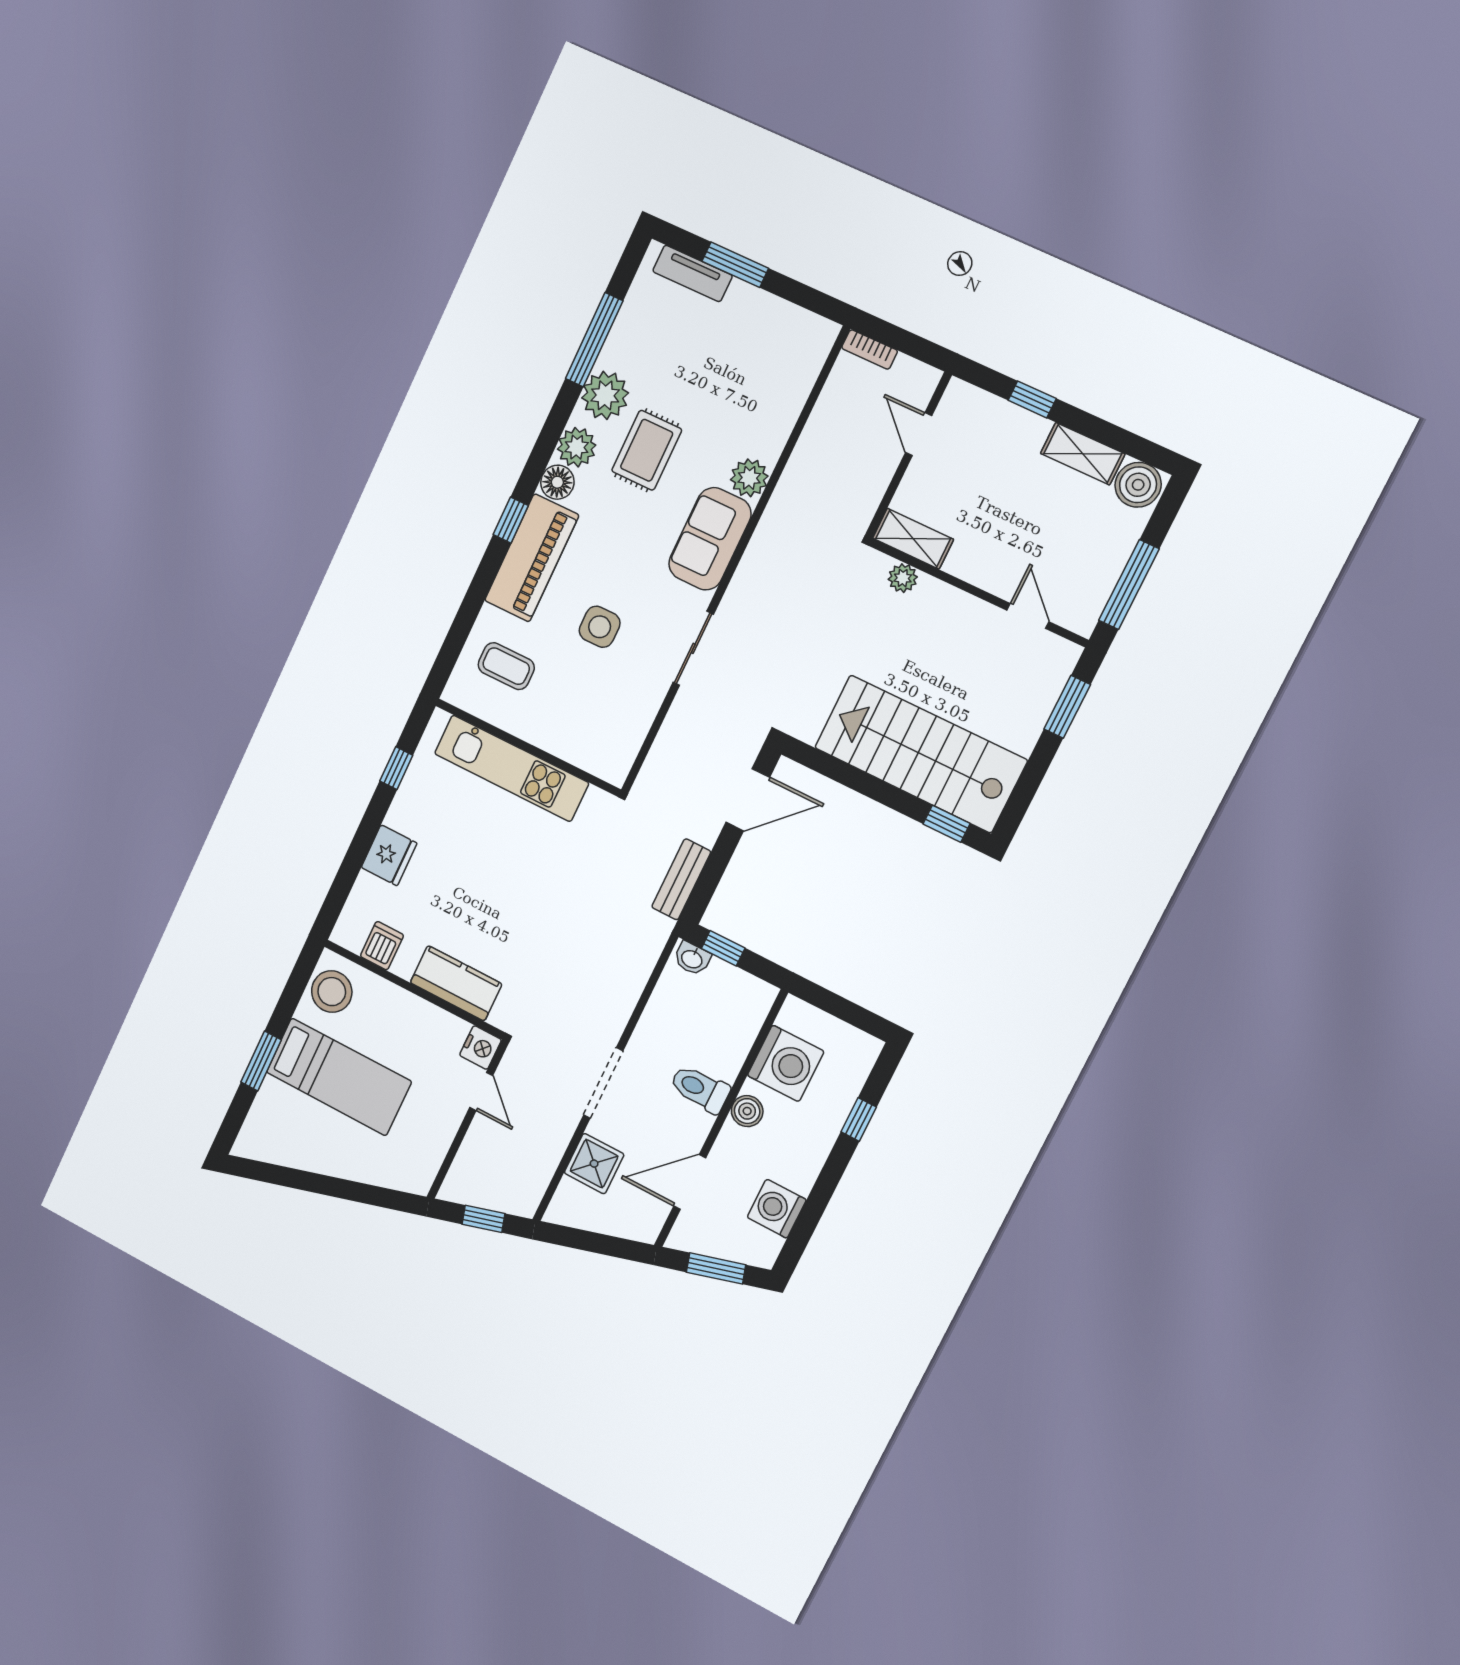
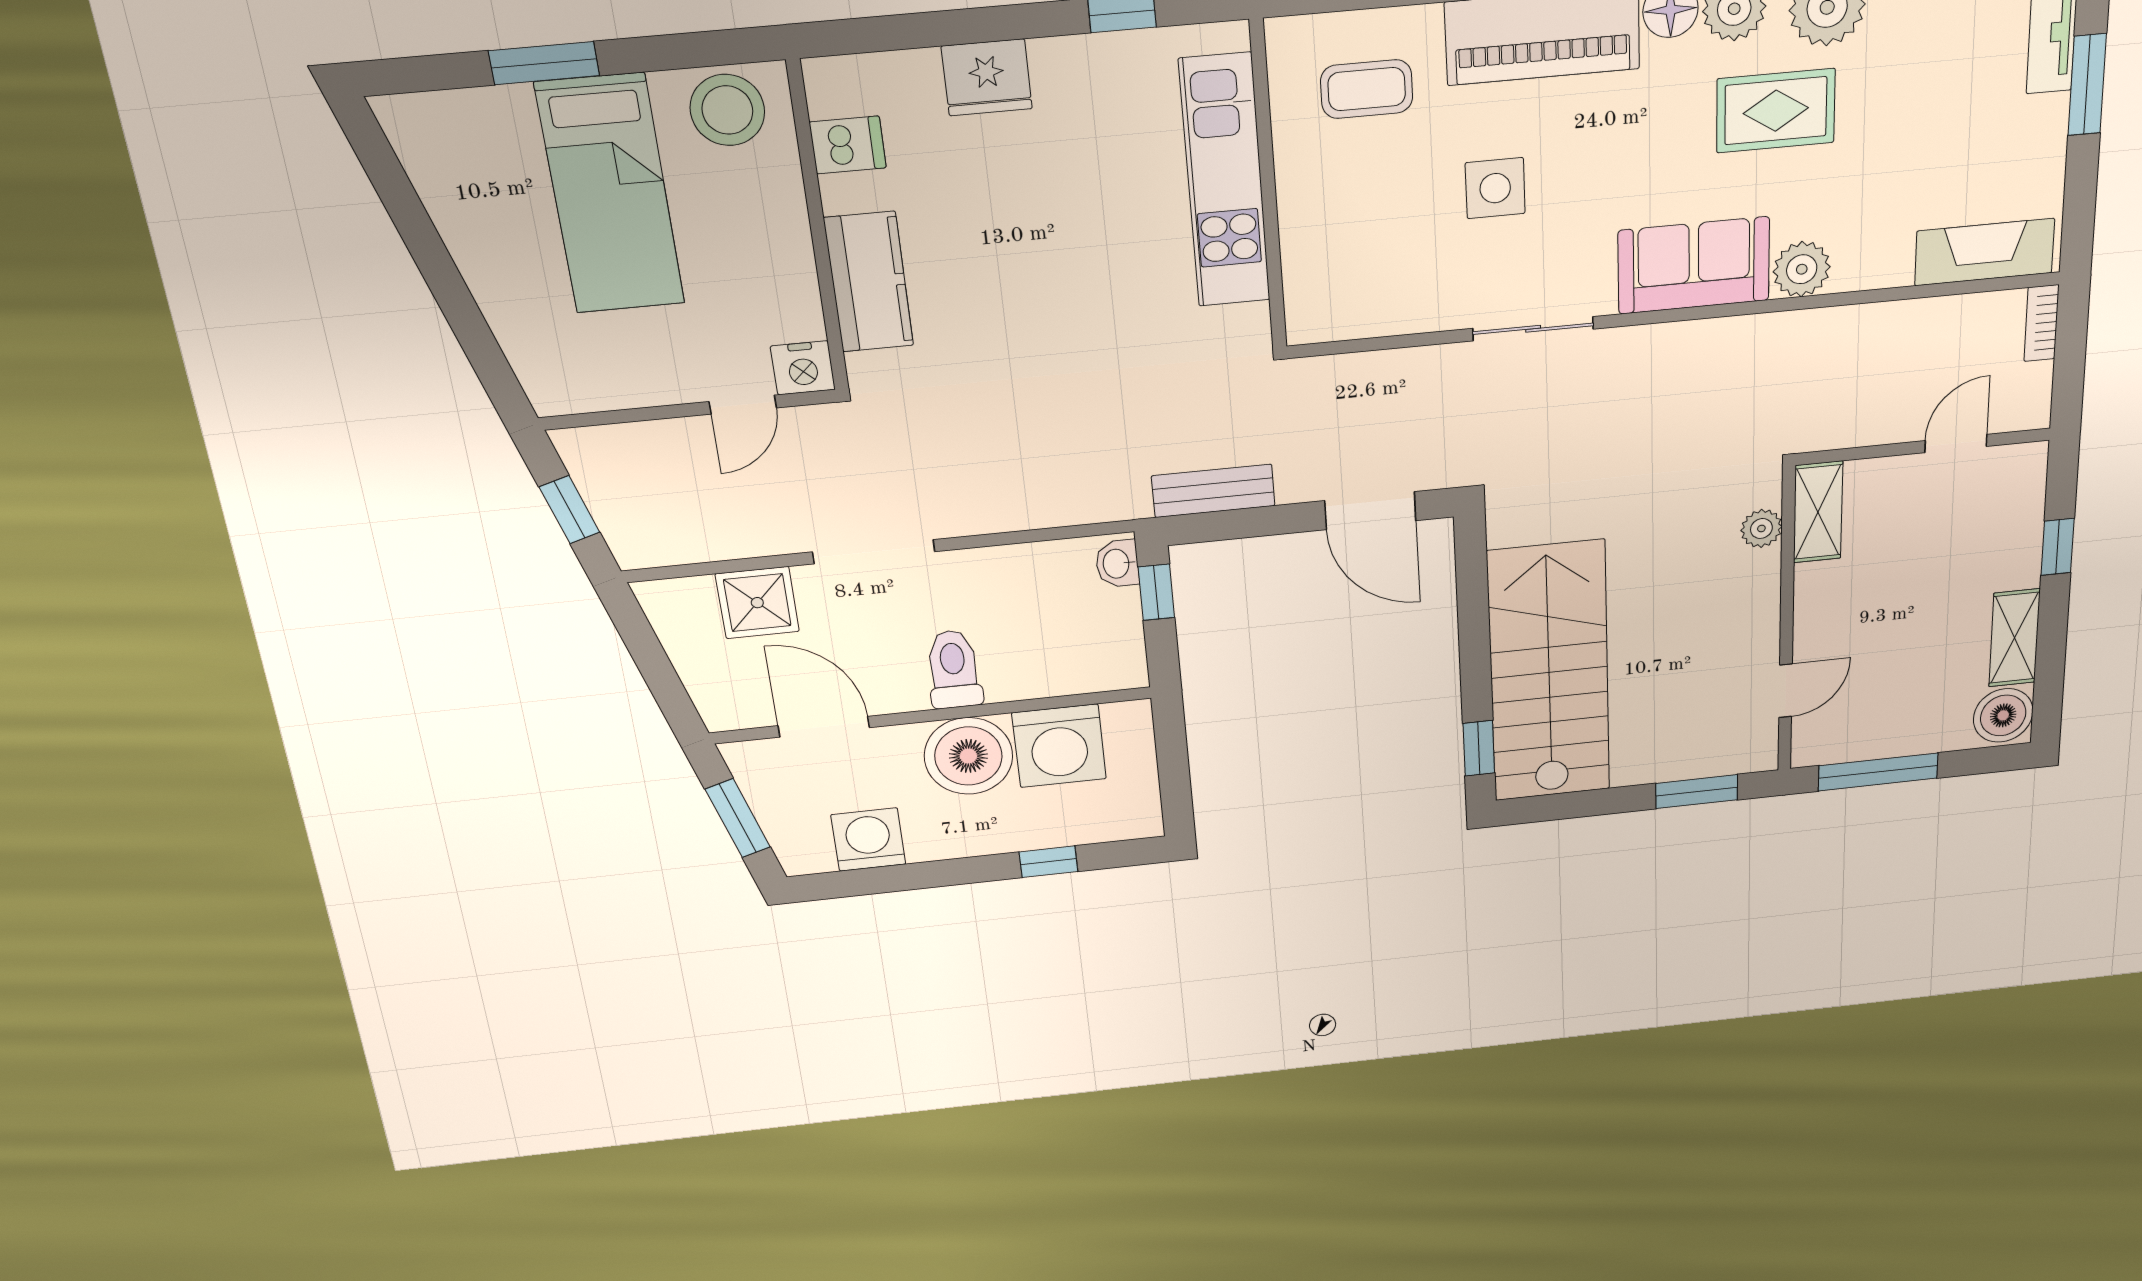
fireplace: (803, 366) -> (1985, 252), added
coffee table: (506, 666) -> (1367, 89), turned 90
boiler: (747, 1111) -> (968, 756), width x1.86, depth x1.86

